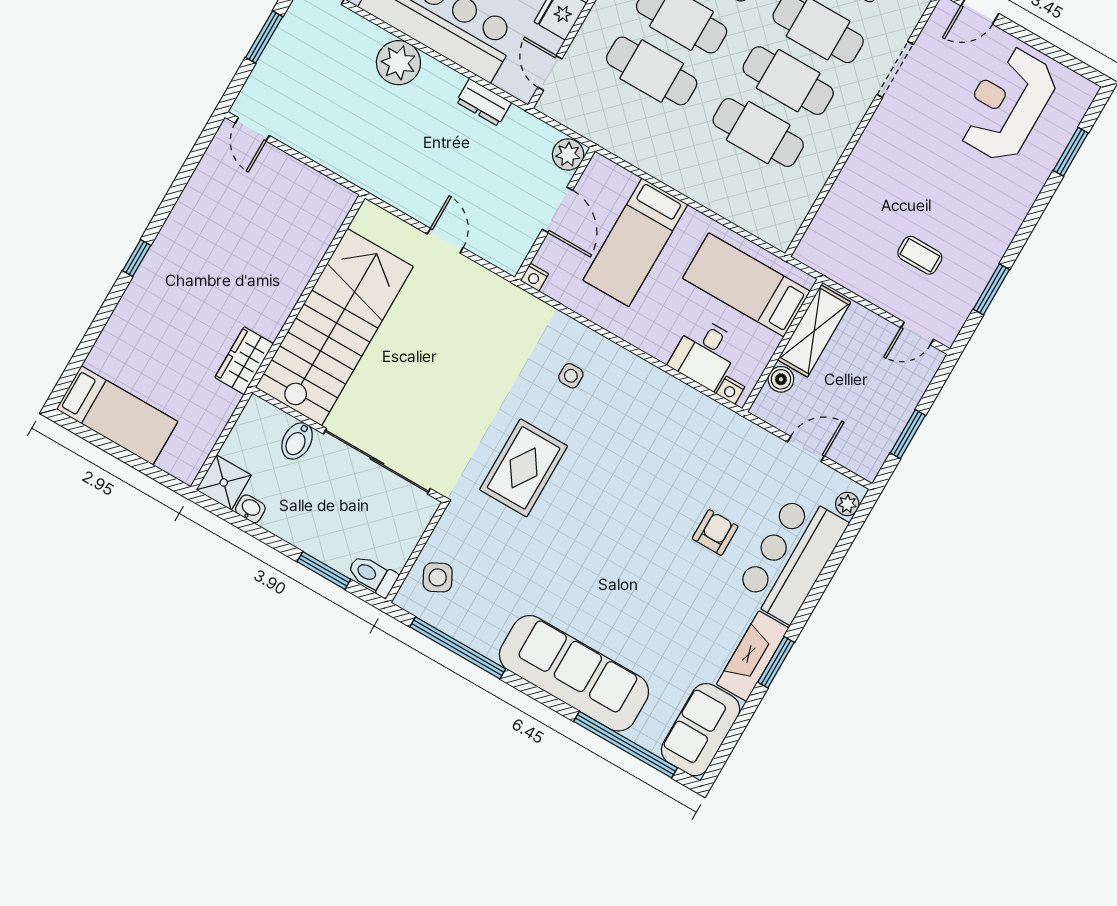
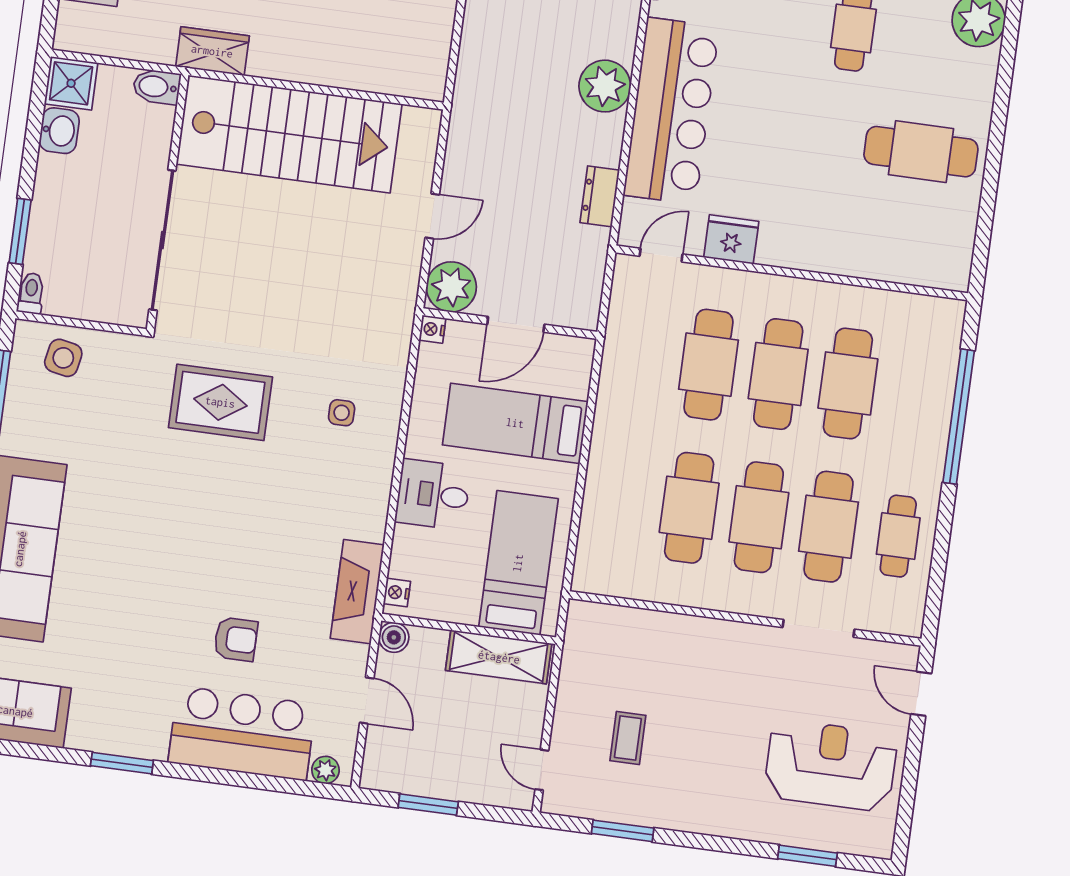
plant: (568, 154) -> (451, 287), moved, width x1.36, depth x1.36
desk: (705, 353) -> (433, 495), moved
boiler: (781, 379) -> (394, 637), moved
bidet: (297, 441) -> (157, 87), moved
washbasin: (250, 509) -> (59, 131), width x1.38, depth x1.45
toilet: (372, 575) -> (31, 293), width x0.73, depth x0.72
side table: (438, 577) -> (63, 358), turned 38
fireplace: (753, 656) -> (357, 592), moved, turned -90

